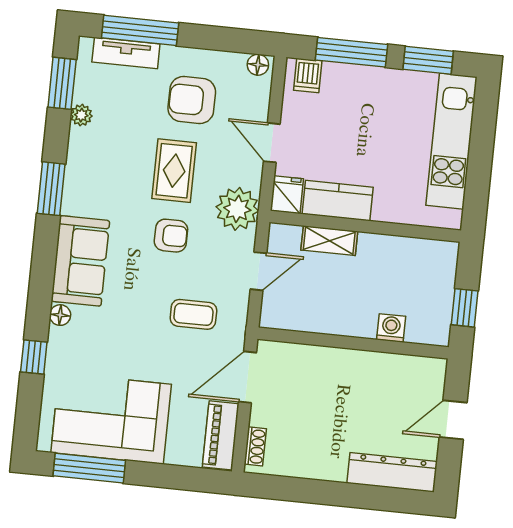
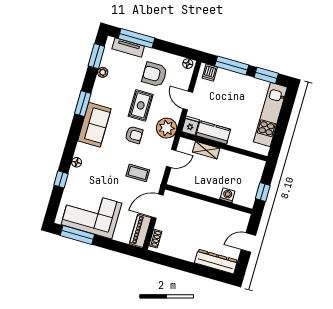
sofa: (80, 261) -> (94, 125), moved

